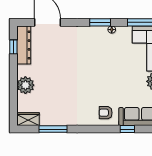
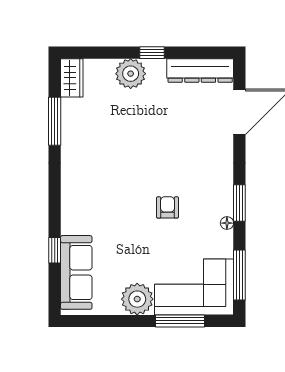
window: (13, 47) -> (152, 53), moved
armchair: (106, 113) -> (168, 207), moved

